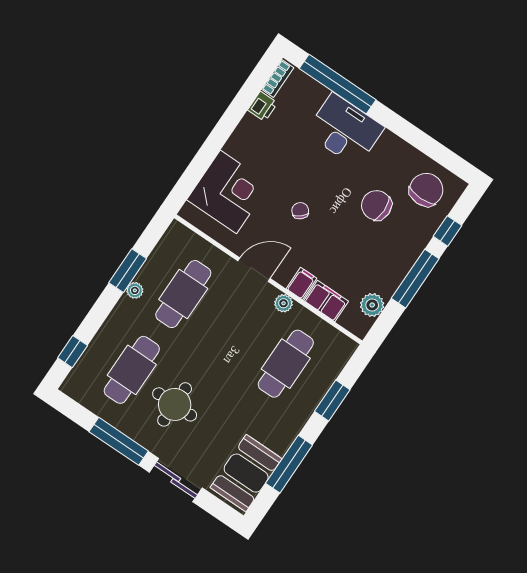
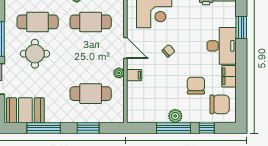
window: (338, 84) -> (241, 28), width x0.47
filing cabinet: (326, 301) -> (229, 76), moved, turned 180
plant: (372, 305) -> (175, 116), moved

